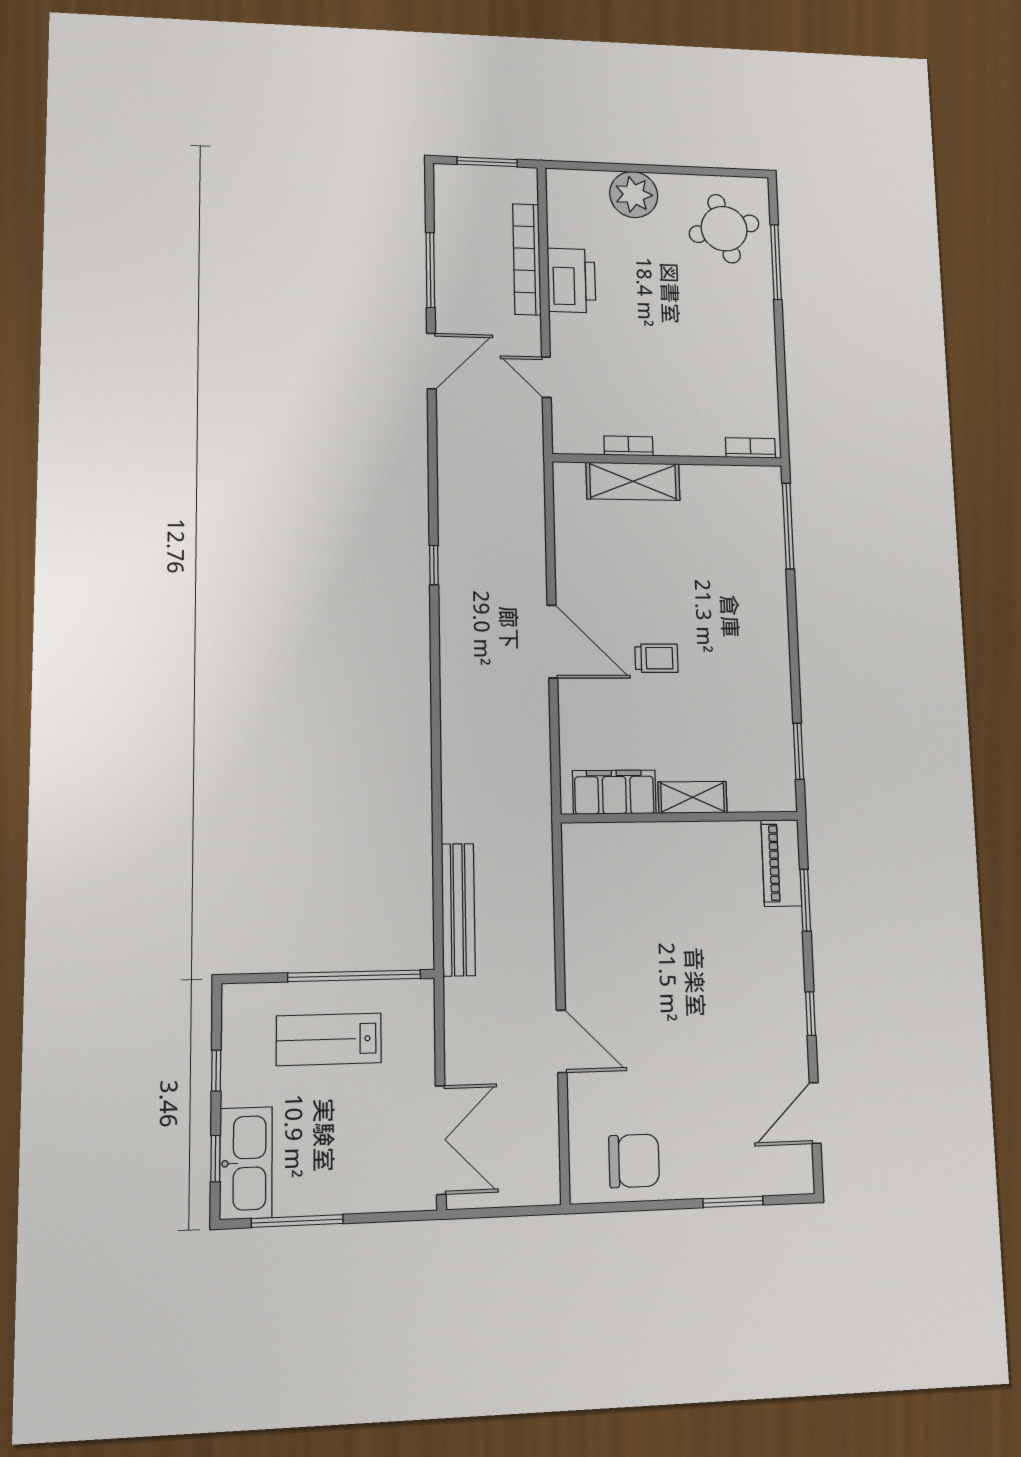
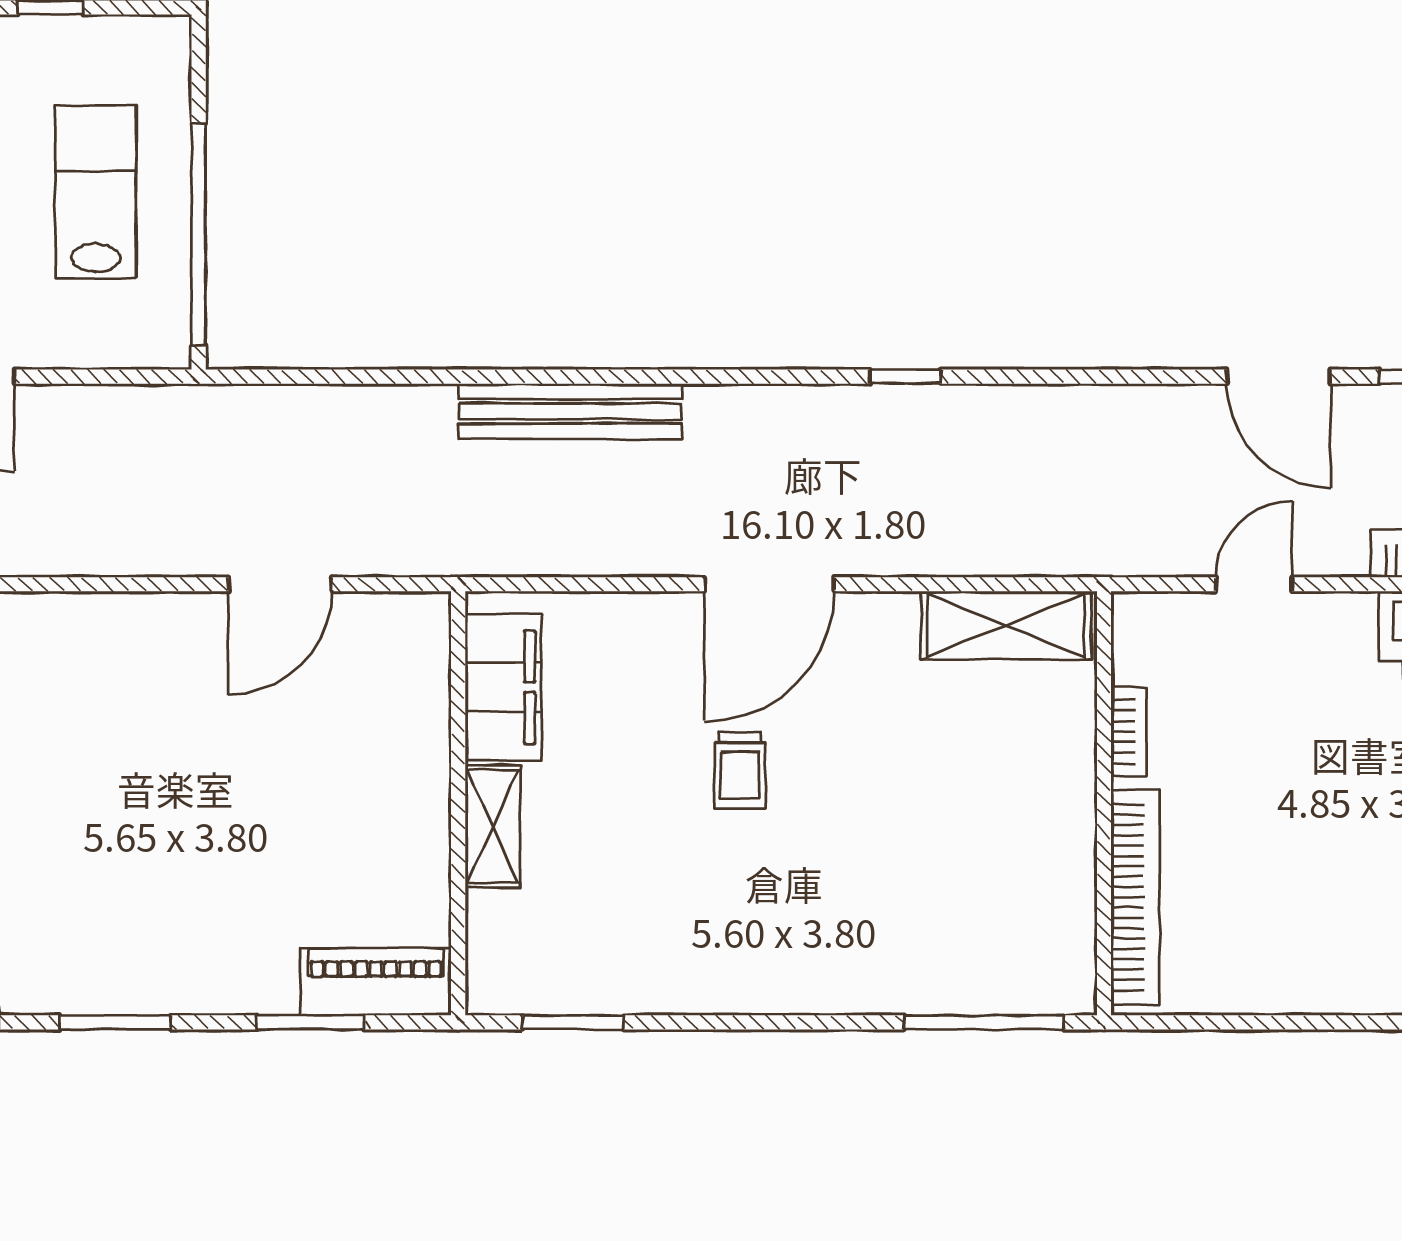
bookcase: (750, 448) -> (1135, 897), width x2.31, depth x1.31
shelving: (633, 481) -> (1006, 625), moved, turned 90
bench: (458, 910) -> (570, 411), moved
window: (811, 1014) -> (115, 1022), width x1.50
door: (562, 1041) -> (280, 584), moved

